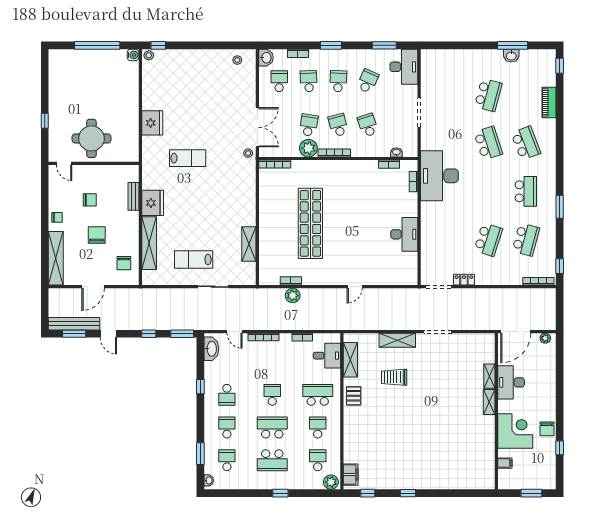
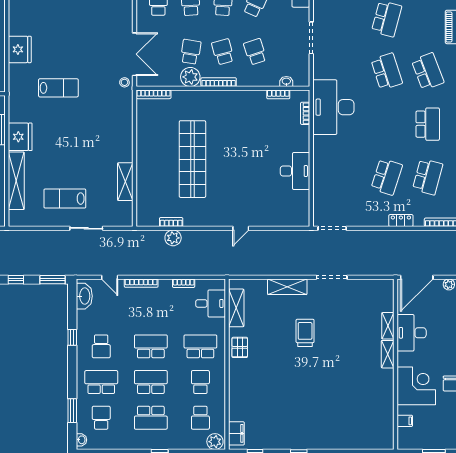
locker: (464, 280) -> (401, 221), moved
trolley: (394, 377) -> (305, 333), moved, turned 90
school desk: (272, 395) -> (151, 346), width x1.85
school desk: (227, 428) -> (101, 382), width x1.85
school desk: (318, 460) -> (200, 418), turned 180

